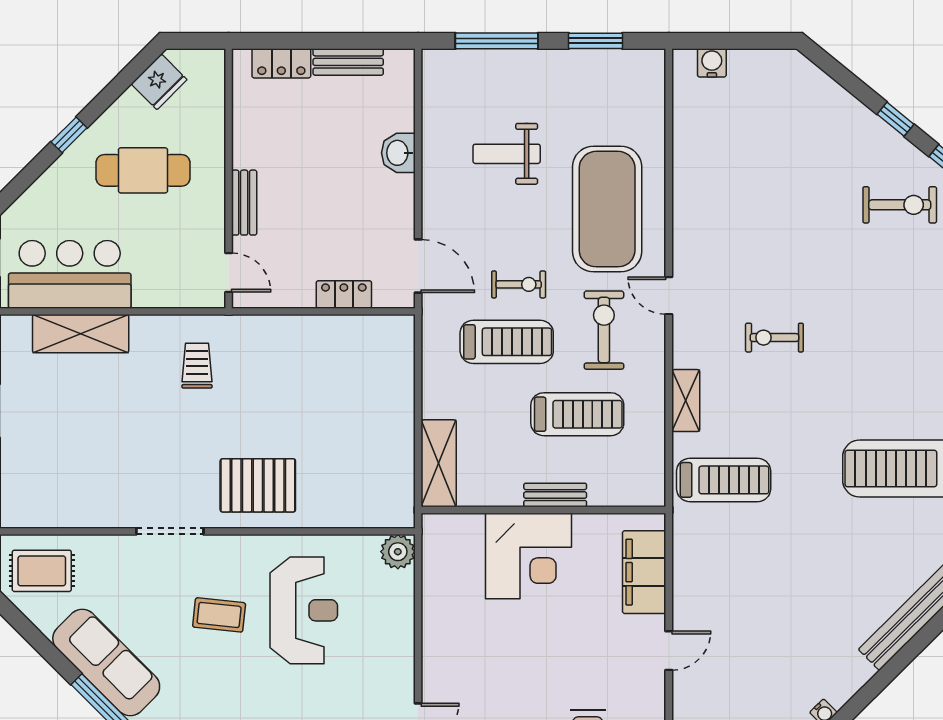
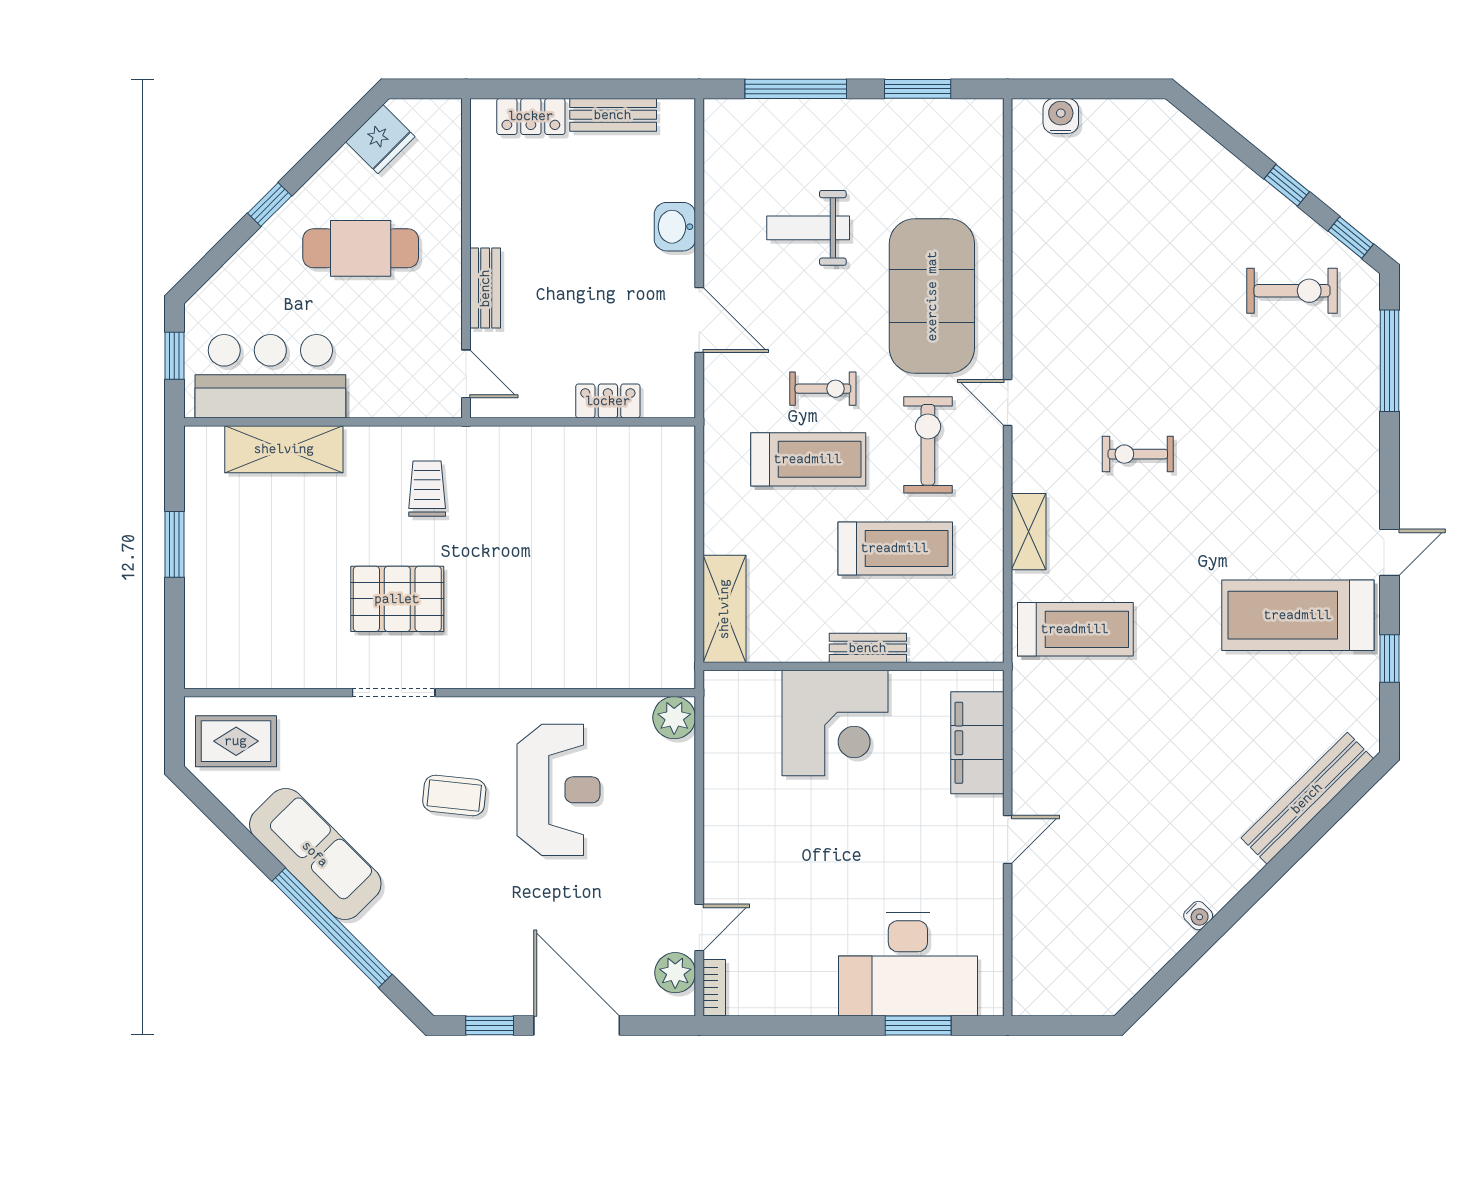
door: (418, 266) -> (699, 320), moved
pallet: (258, 485) -> (397, 599), moved

